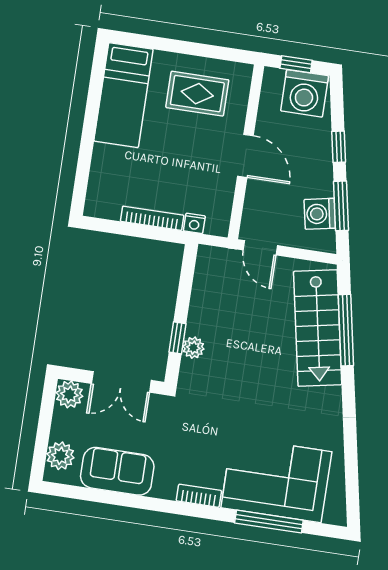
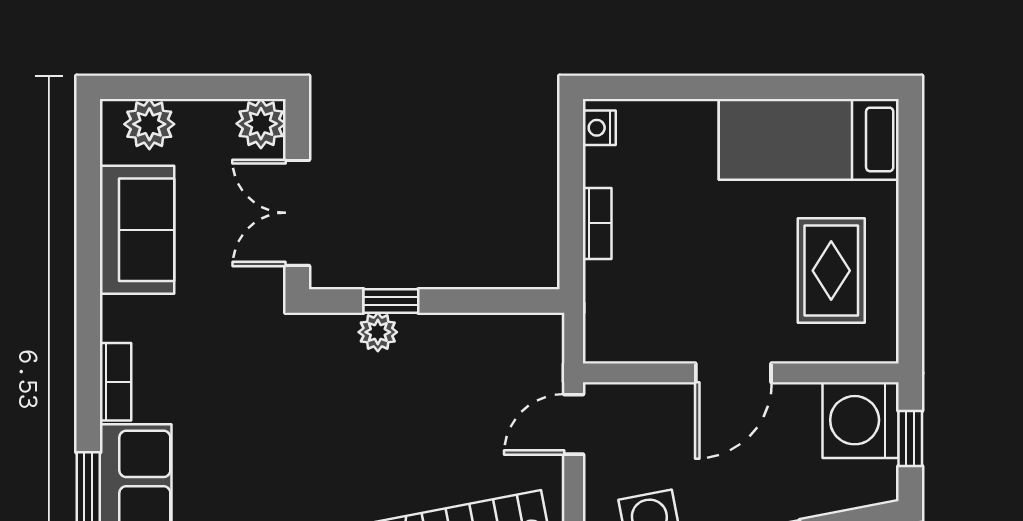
washing machine: (305, 93) -> (861, 420), moved
bookcase: (152, 218) -> (597, 223), width x0.64
nightstand: (194, 223) -> (599, 128), moved

